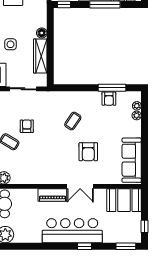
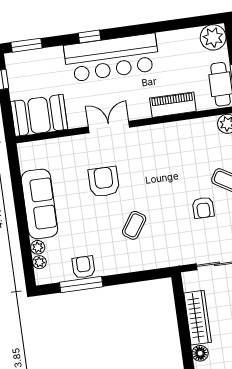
sofa: (132, 160) -> (39, 204), moved
piano: (52, 195) -> (173, 105), moved

